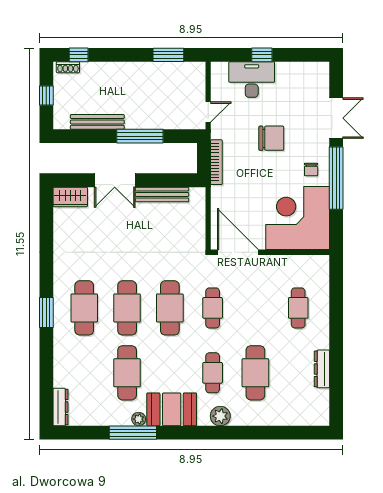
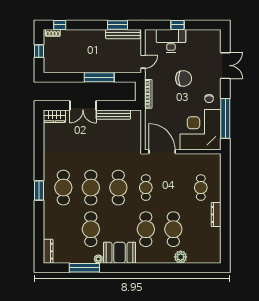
bench: (97, 122) -> (123, 34), moved
window: (336, 178) -> (225, 118), moved
dresser: (322, 369) -> (216, 214), moved
cafe table: (213, 373) -> (146, 229), width x1.37, depth x1.35
plant: (220, 416) -> (181, 257), moved
window: (133, 433) -> (84, 268), moved

